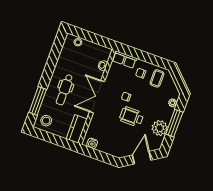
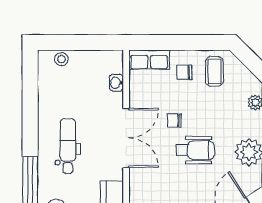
dental chair: (64, 90) -> (68, 146), turned 180
double door: (97, 97) -> (126, 138), swing flipped
wheelchair: (131, 117) -> (195, 150), turned 180

